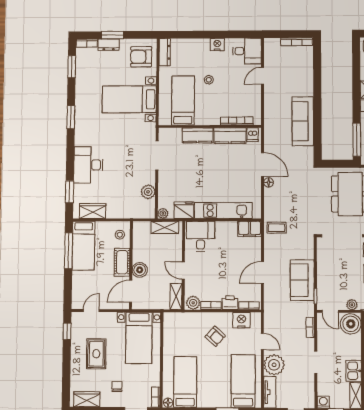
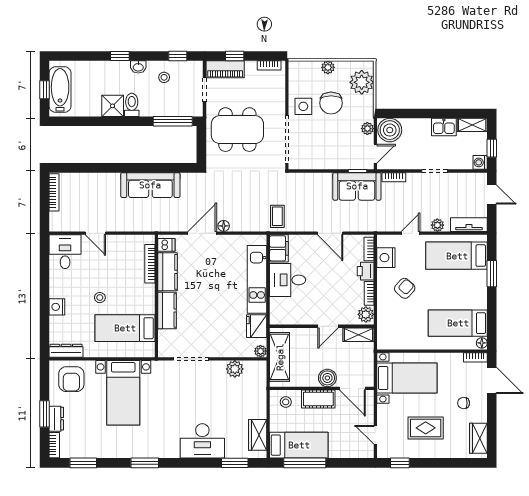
nightstand: (217, 45) -> (57, 307), moved
shelving: (165, 227) -> (280, 357), width x1.50, depth x1.33
desk: (201, 236) -> (288, 280), moved
sofa: (302, 280) -> (357, 186), moved
plant: (274, 365) -> (437, 225), width x0.53, depth x0.53

